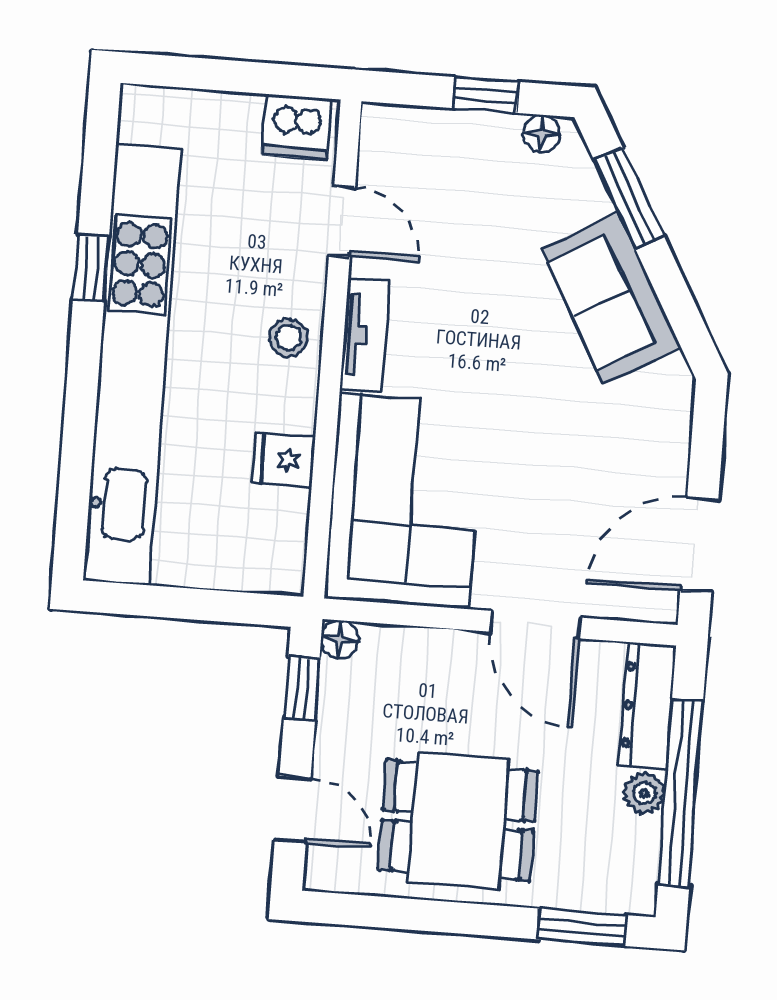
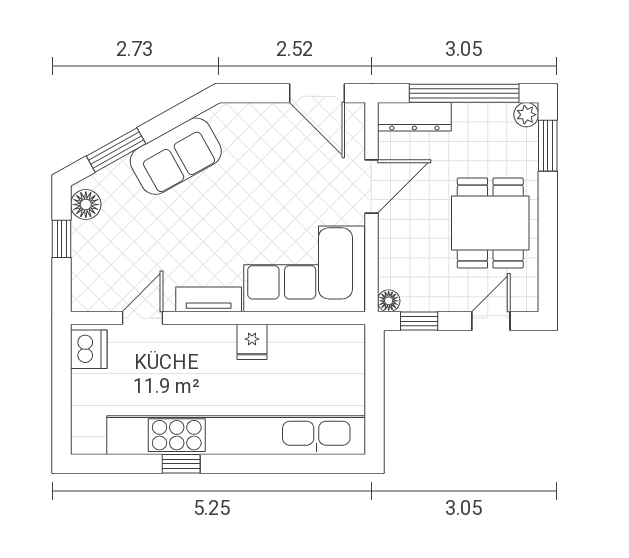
floor lamp: (541, 133) -> (86, 205), width x1.37, depth x1.37
stool: (288, 338) -> (213, 344), removed
fridge: (284, 460) -> (252, 342), moved
plant: (644, 793) -> (526, 115), moved

